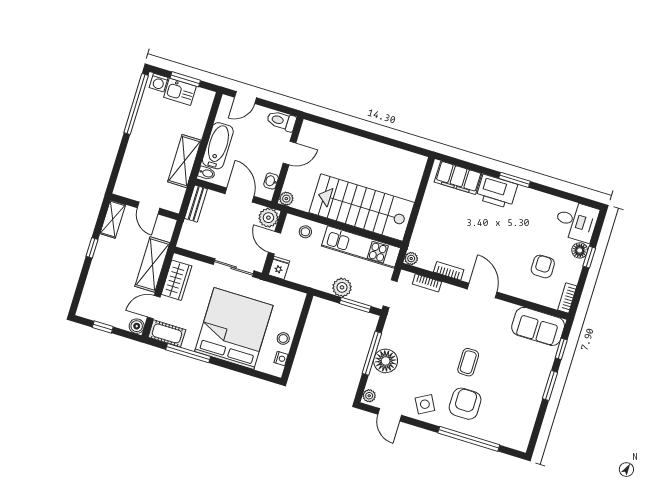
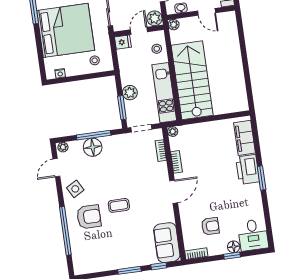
stool: (283, 338) -> (95, 60), moved

